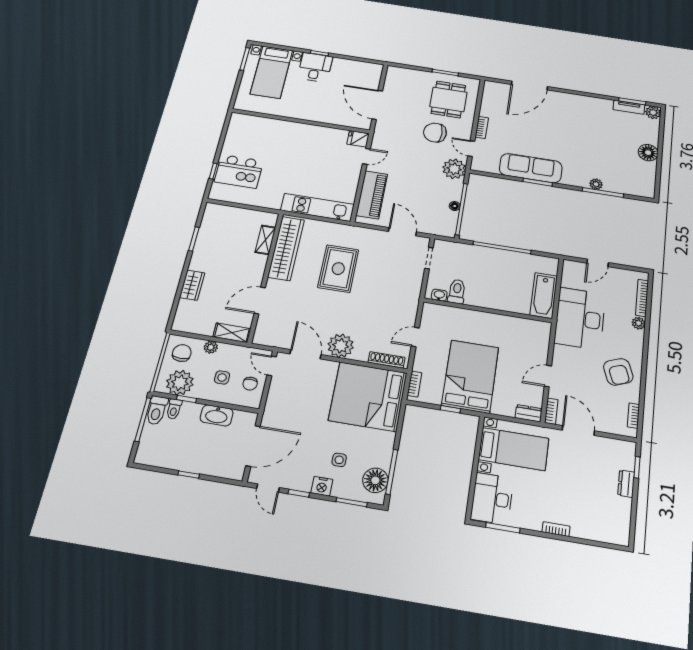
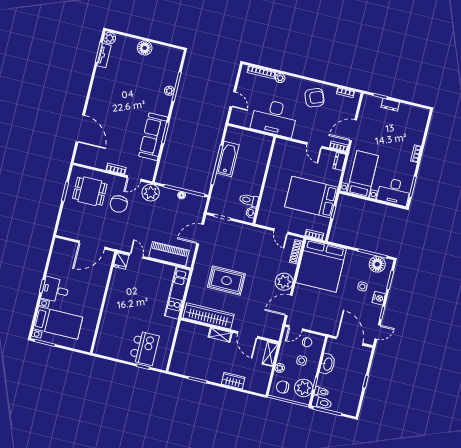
shelving: (265, 240) -> (220, 335), moved
bathtub: (544, 296) -> (228, 159), moved, turned -90

